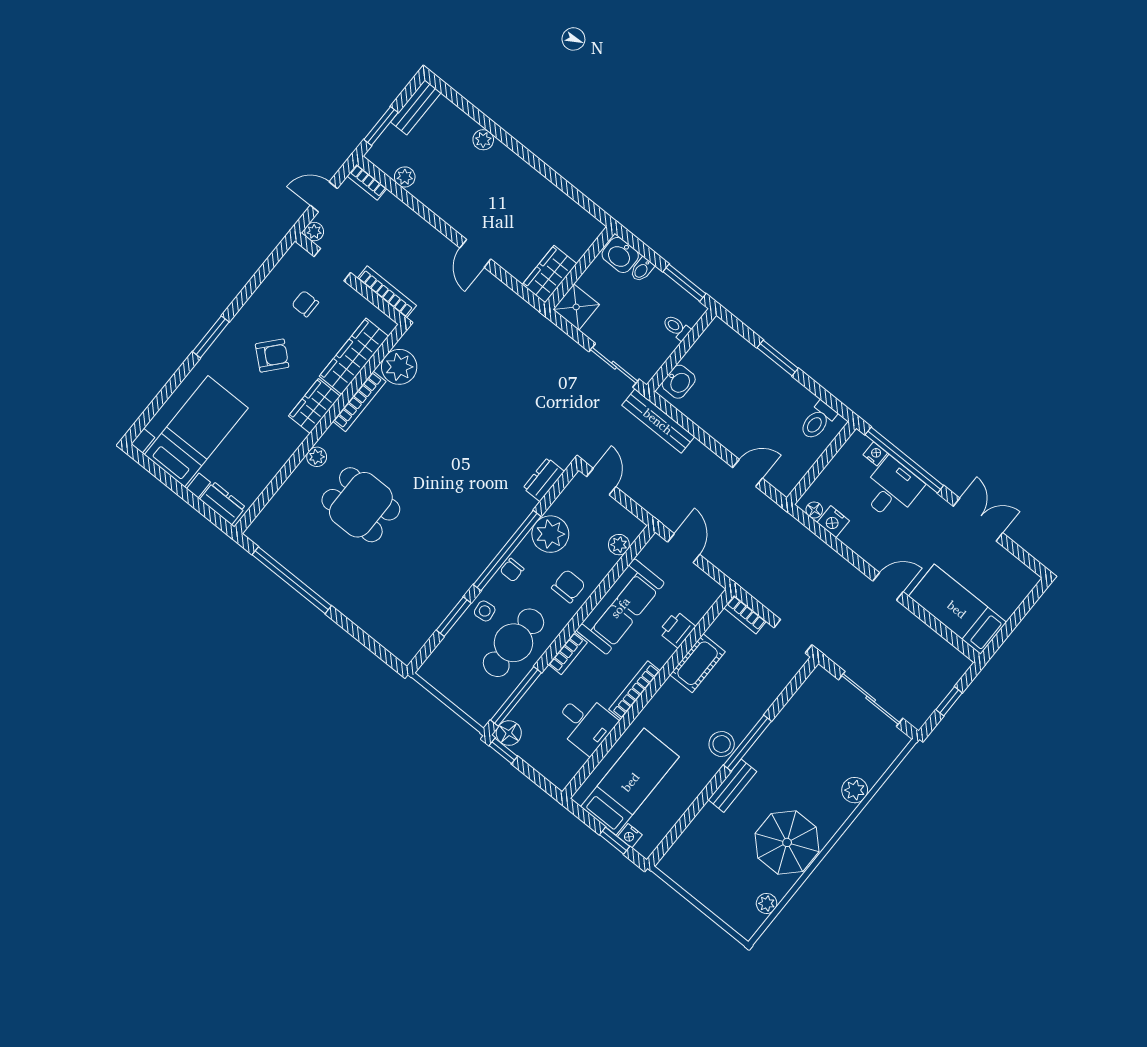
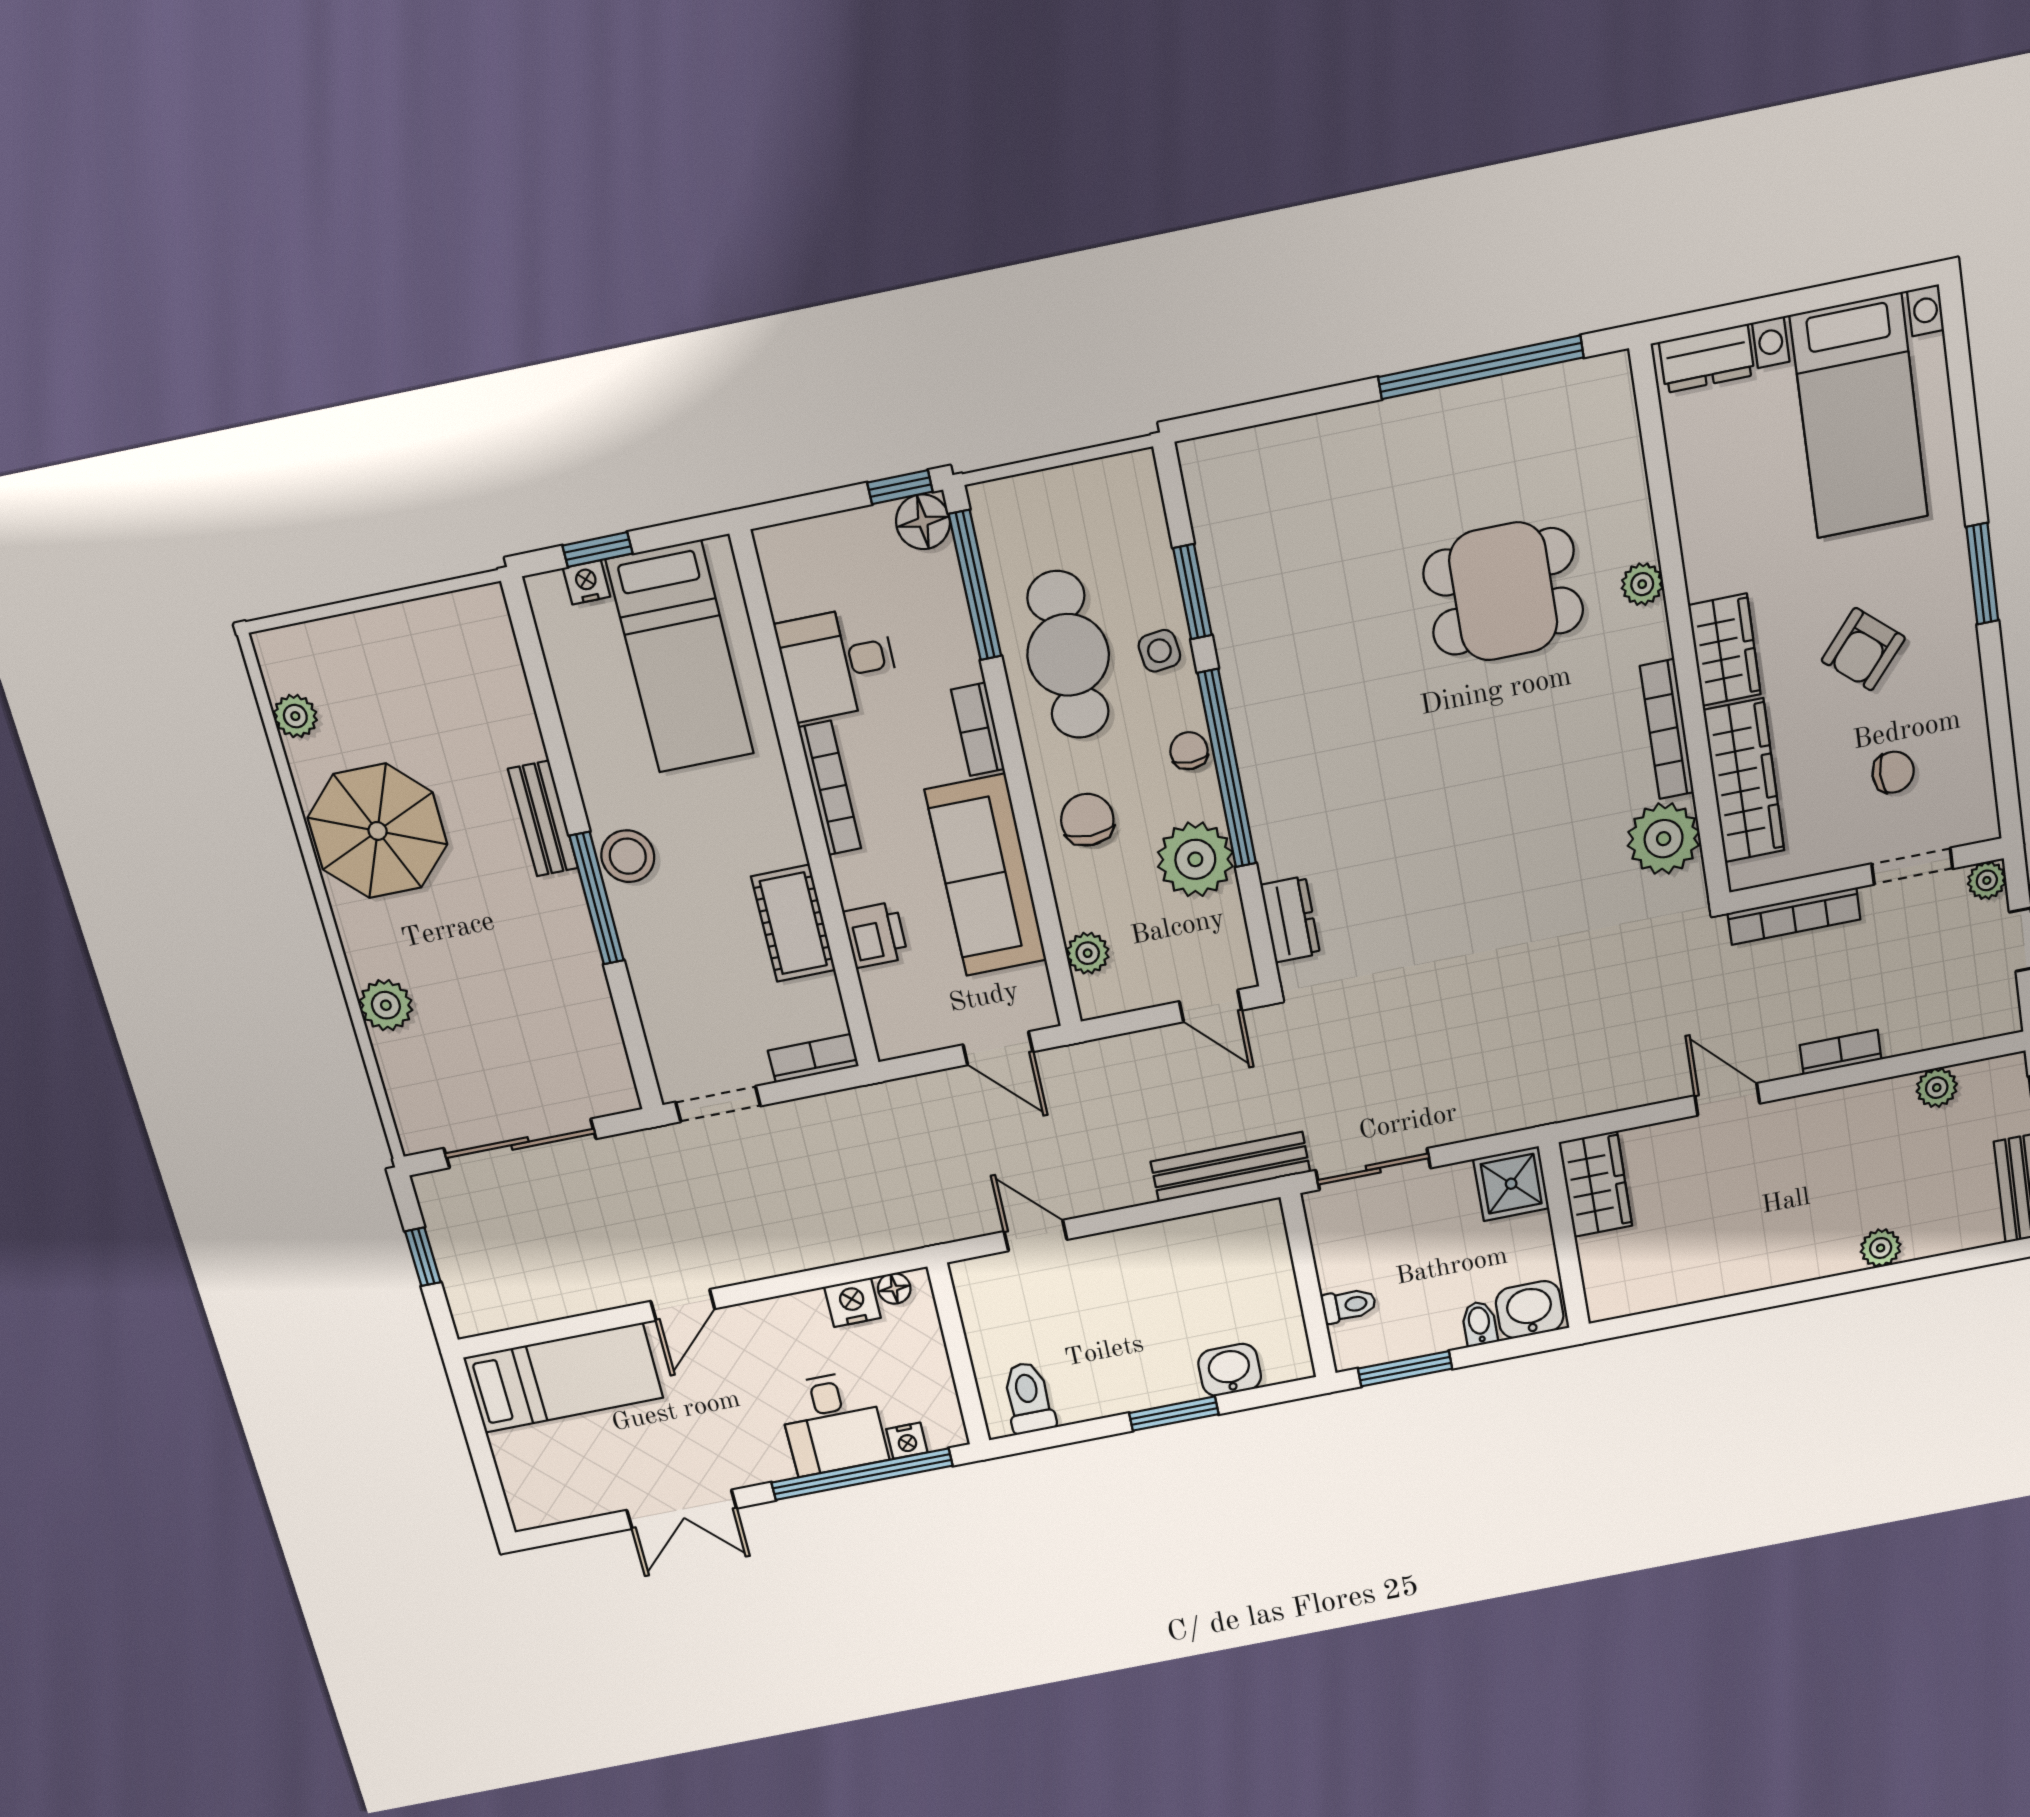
bookcase: (367, 182) -> (1841, 1052), moved
washbasin: (679, 382) -> (1230, 1370), moved, turned 90
door: (747, 473) -> (1036, 1236), swing flipped
chair: (568, 586) -> (1087, 820), turned 180

